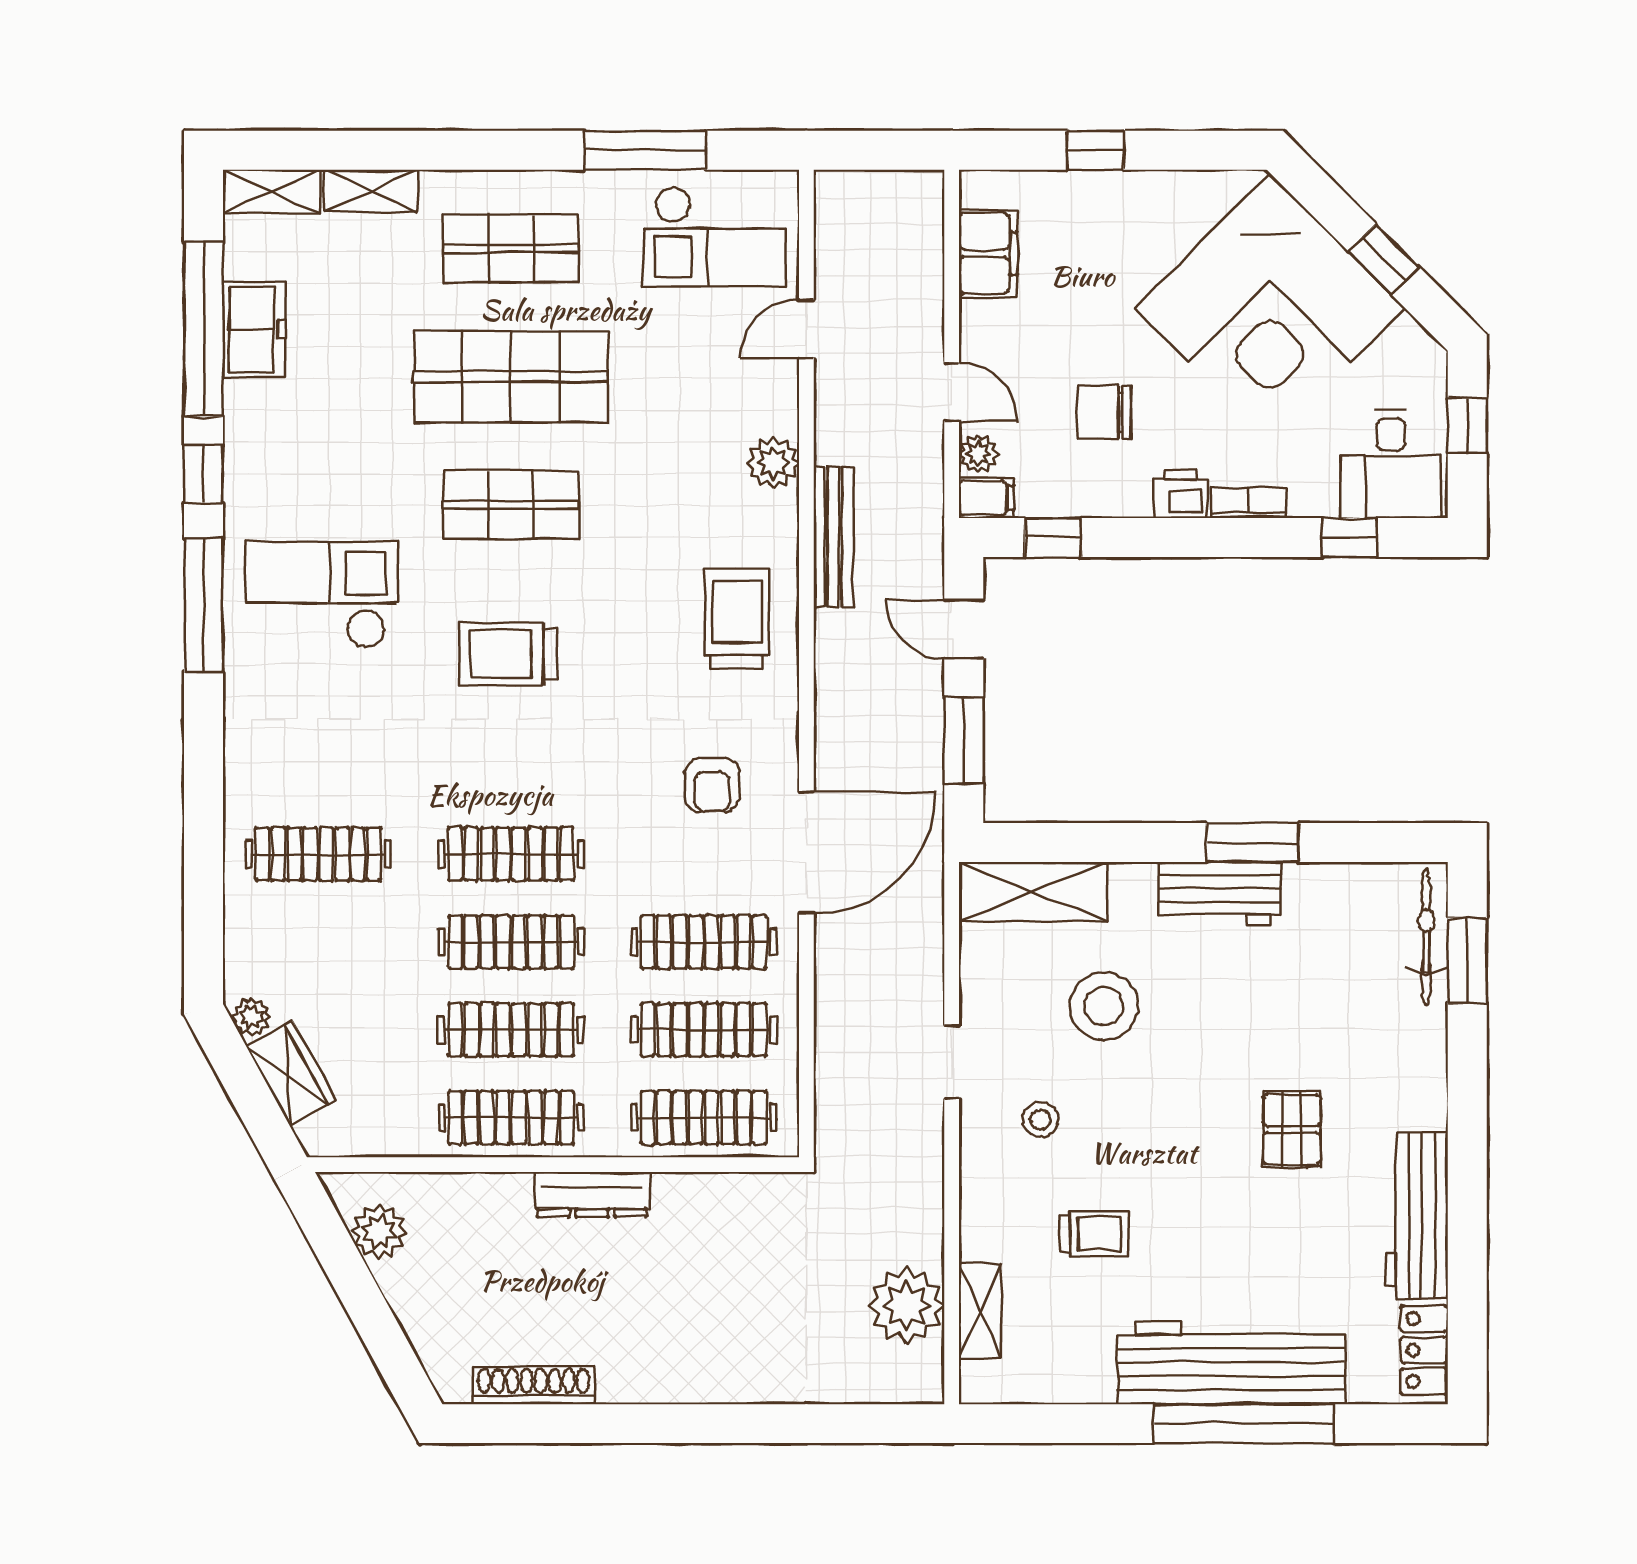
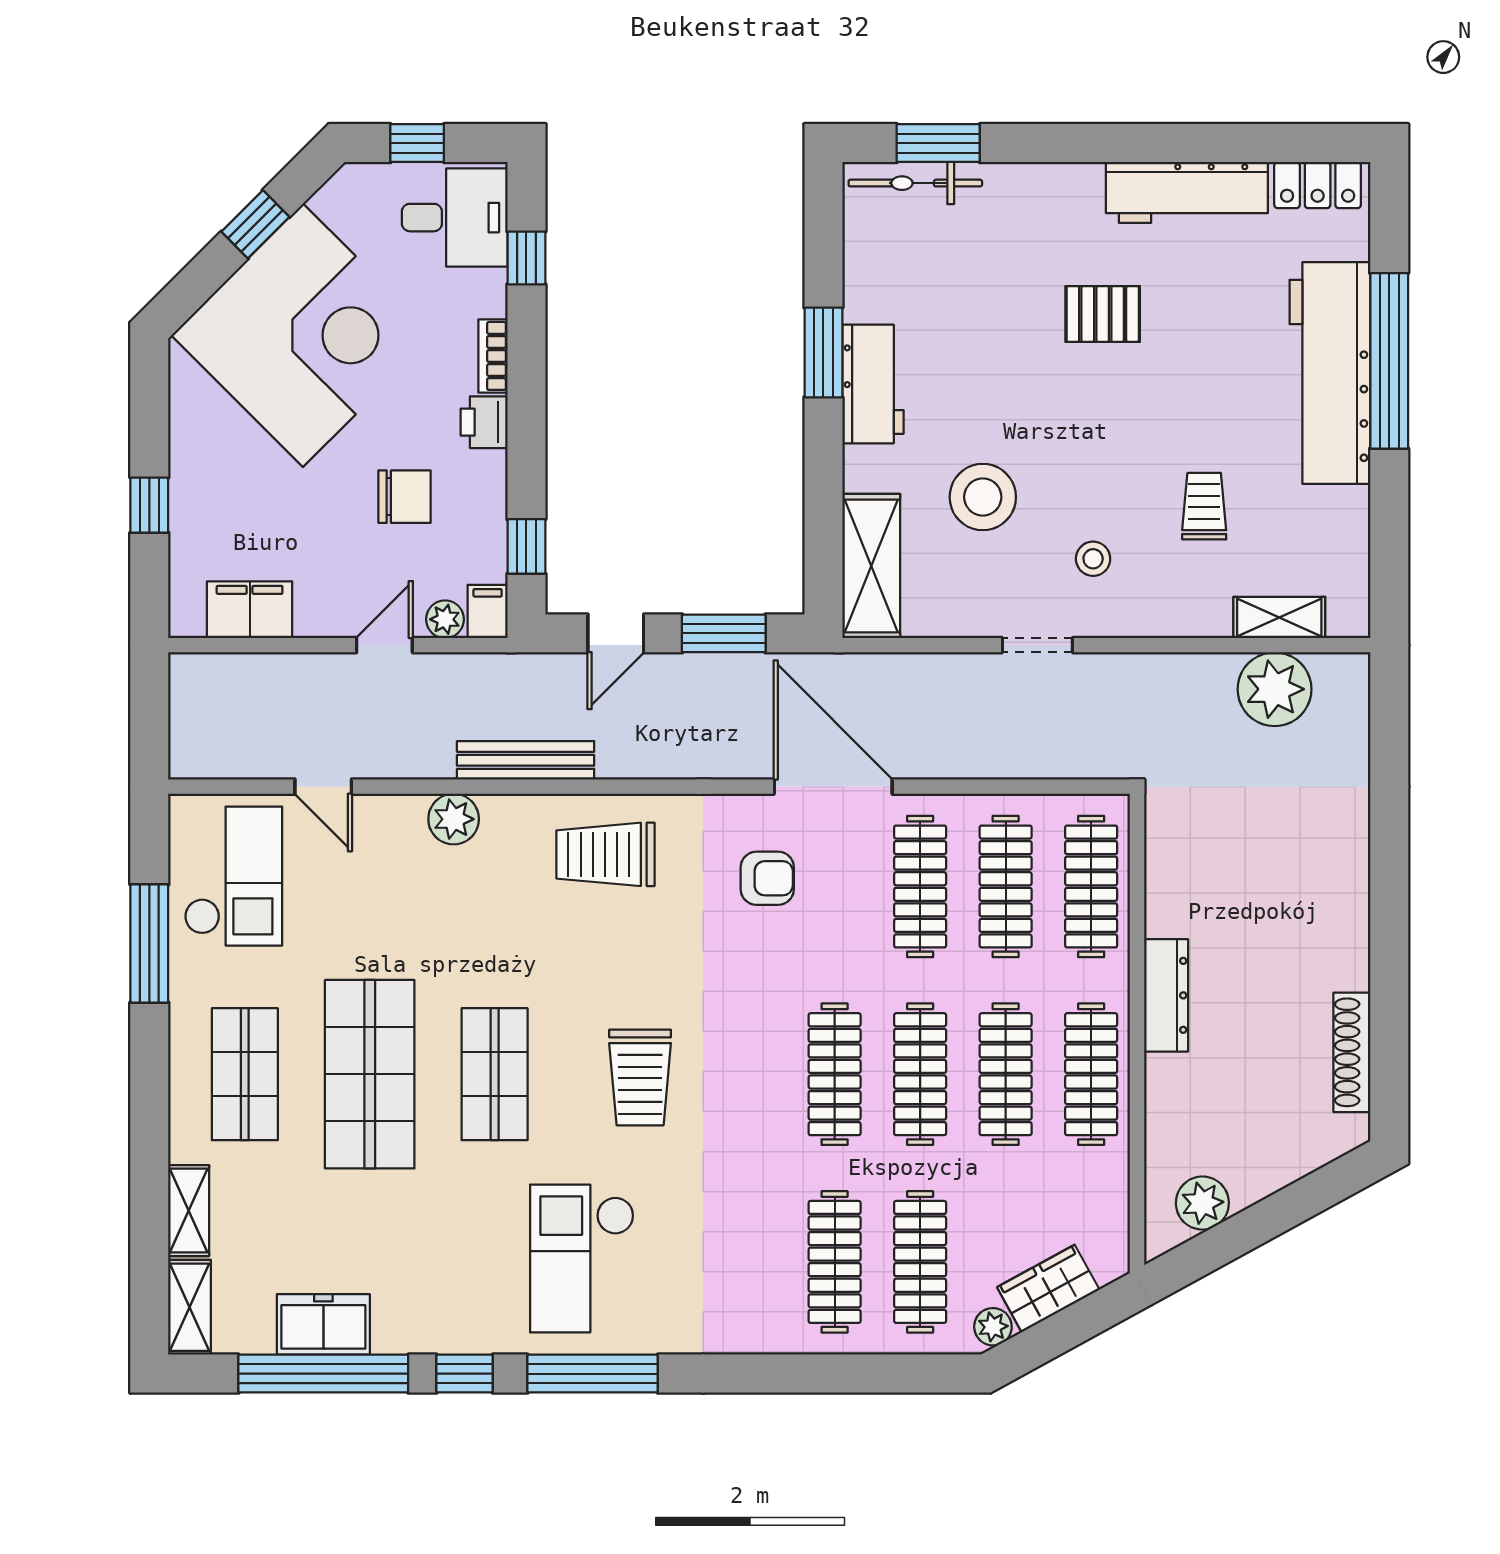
chair: (1104, 412) -> (404, 497), turned -90
clothes rail: (318, 942) -> (920, 1262), added

